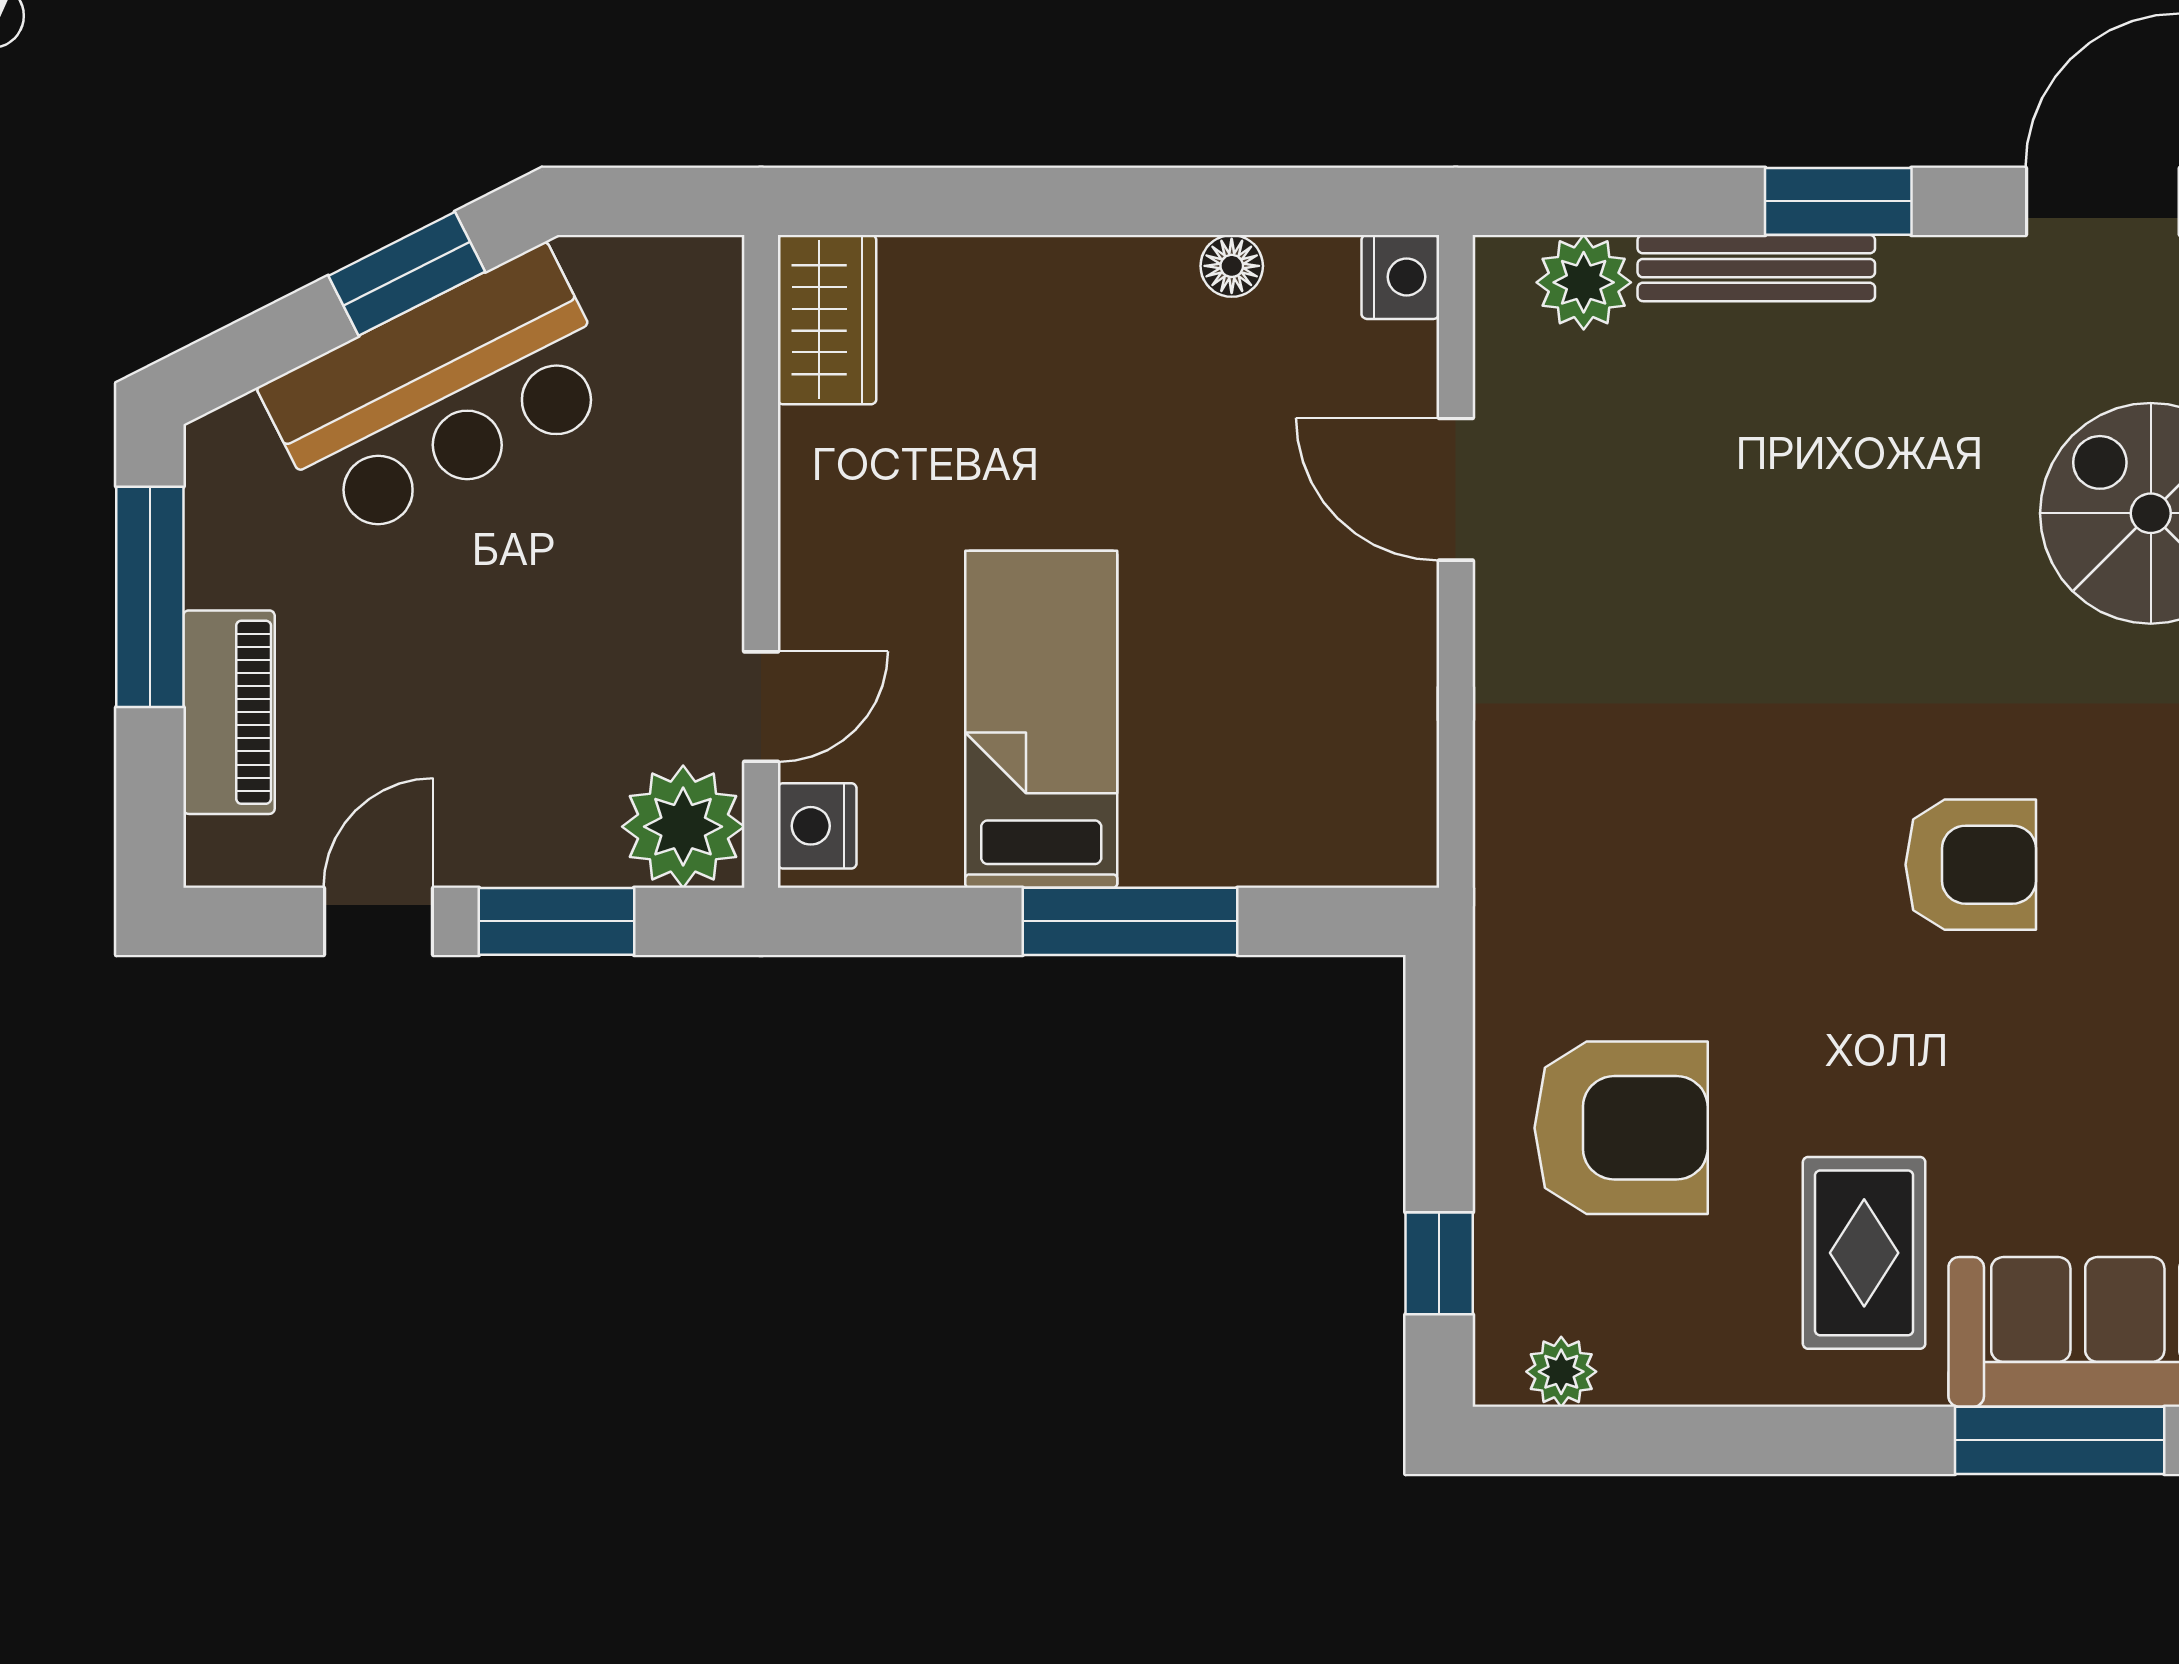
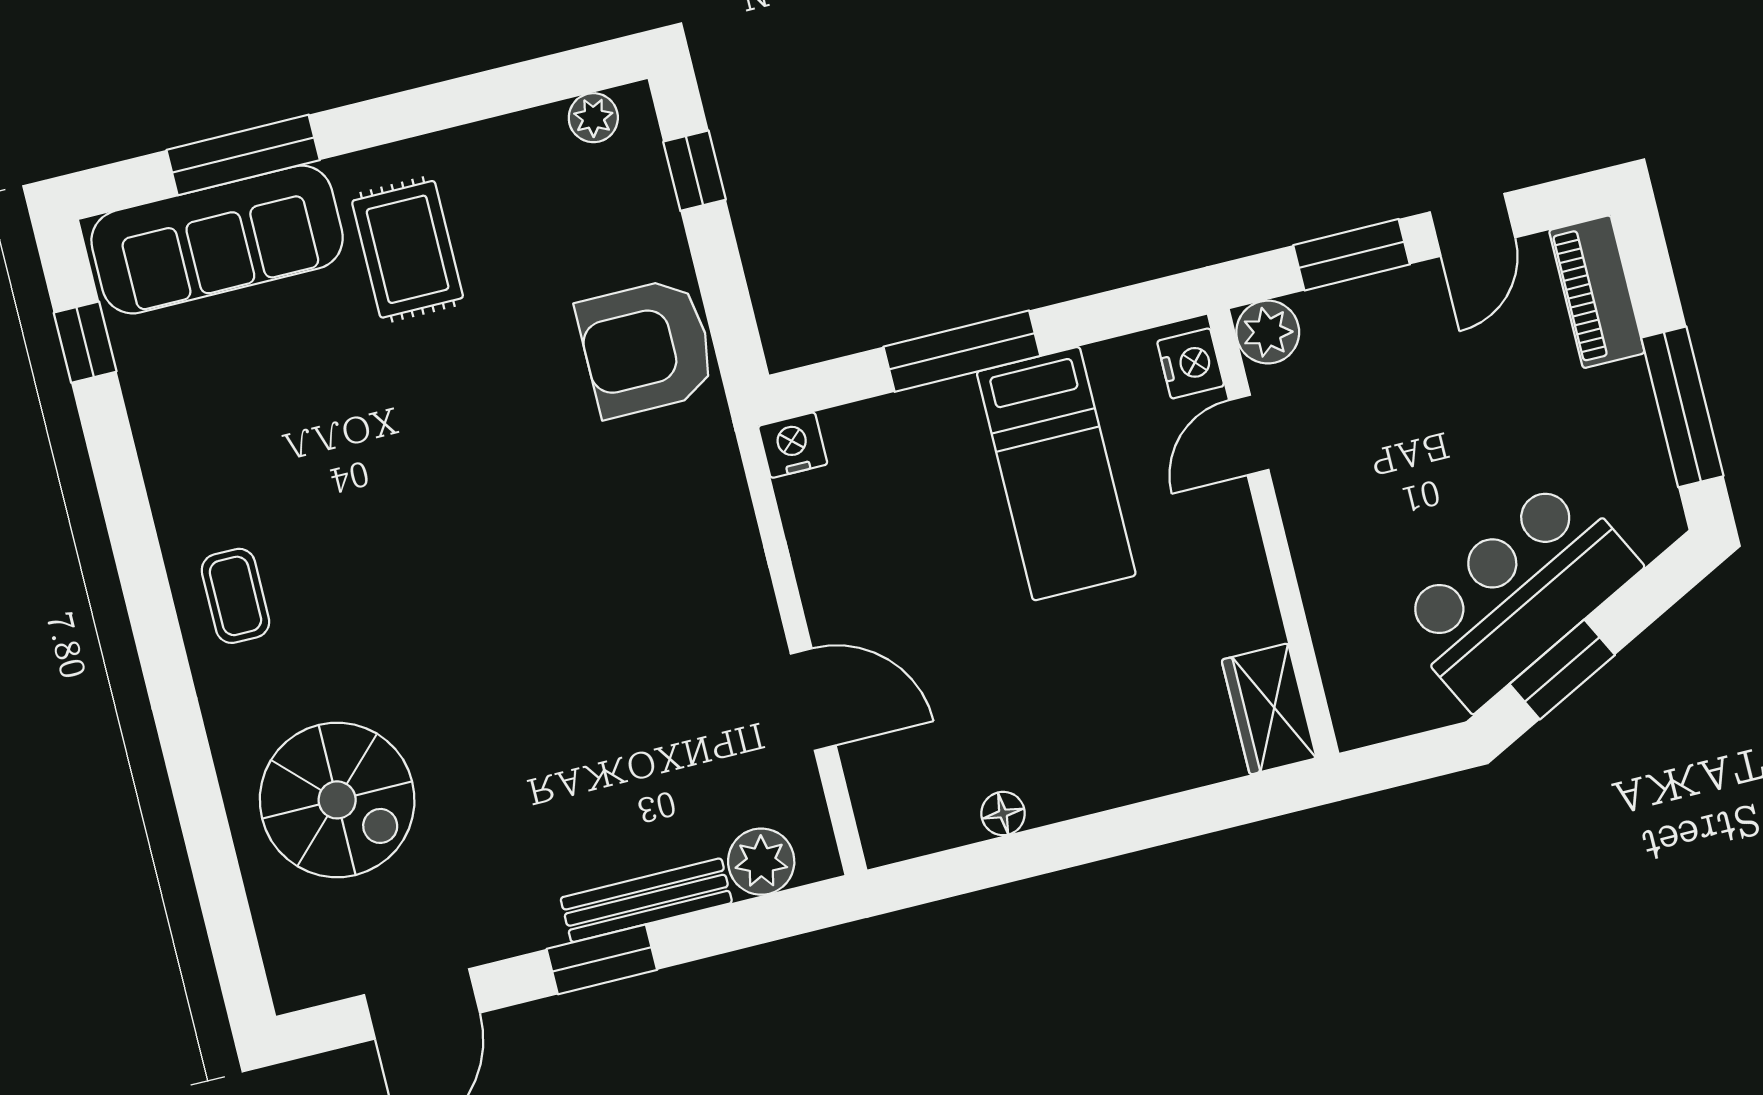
nightstand: (1400, 277) -> (793, 445), moved, turned 90
piano: (229, 712) -> (1597, 292), moved
plant: (683, 827) -> (1268, 332), width x0.73, depth x0.73
armchair: (1971, 865) -> (400, 531), removed
armchair: (1621, 1128) -> (646, 348), moved

